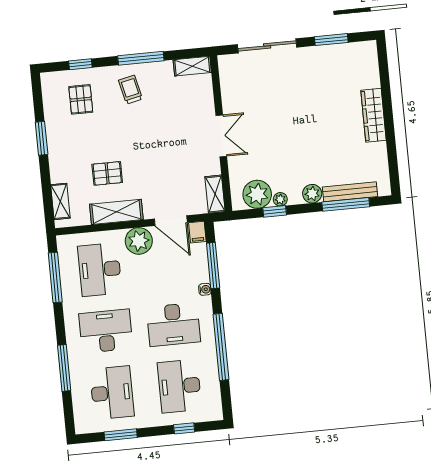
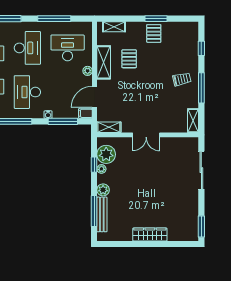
window: (331, 40) -> (201, 226), moved
pallet: (81, 99) -> (154, 33), moved, turned 90
plant: (139, 241) -> (88, 71), width x0.53, depth x0.53
window: (55, 277) -> (54, 19), moved

